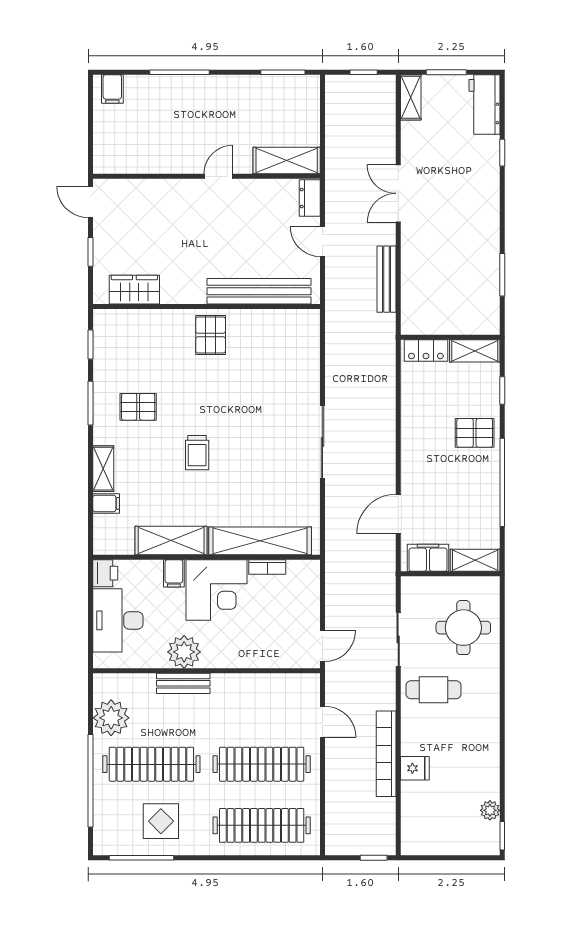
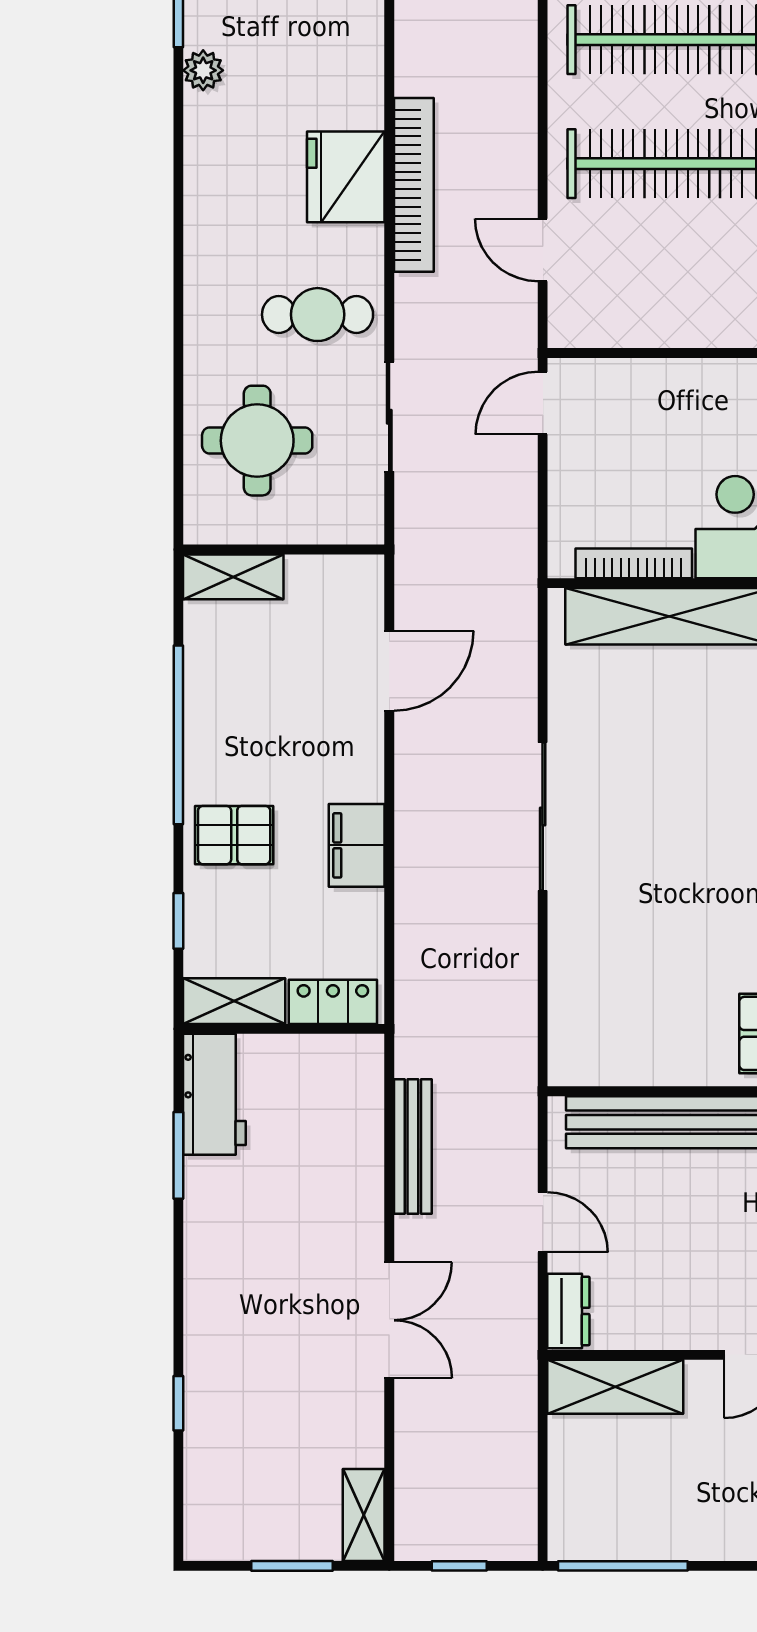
window: (283, 72) -> (623, 1566), width x1.44
workbench: (484, 104) -> (214, 1094), moved
filing cabinet: (428, 558) -> (357, 845), moved, turned 90
bookcase: (267, 567) -> (634, 563), width x1.56
fridge: (415, 768) -> (346, 177), width x1.88, depth x1.34

